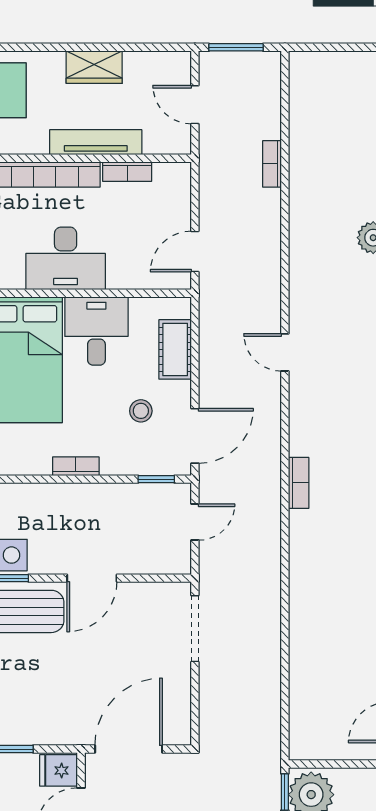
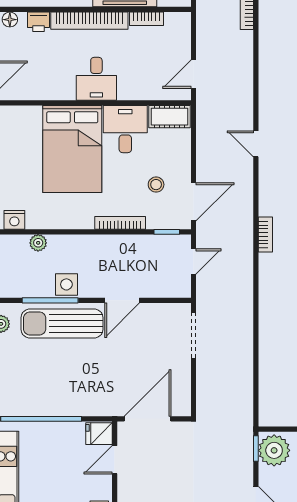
desk: (66, 258) -> (96, 79), width x0.73
cot: (175, 349) -> (169, 117), moved, turned 90
bookcase: (76, 466) -> (120, 223), width x1.56

